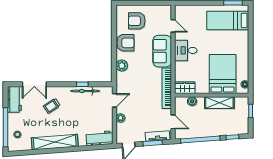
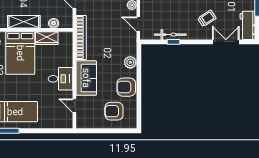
armchair: (137, 21) -> (114, 111), turned 180
wardrobe: (185, 88) -> (47, 38), moved
door: (115, 100) -> (138, 24), hinge flipped

